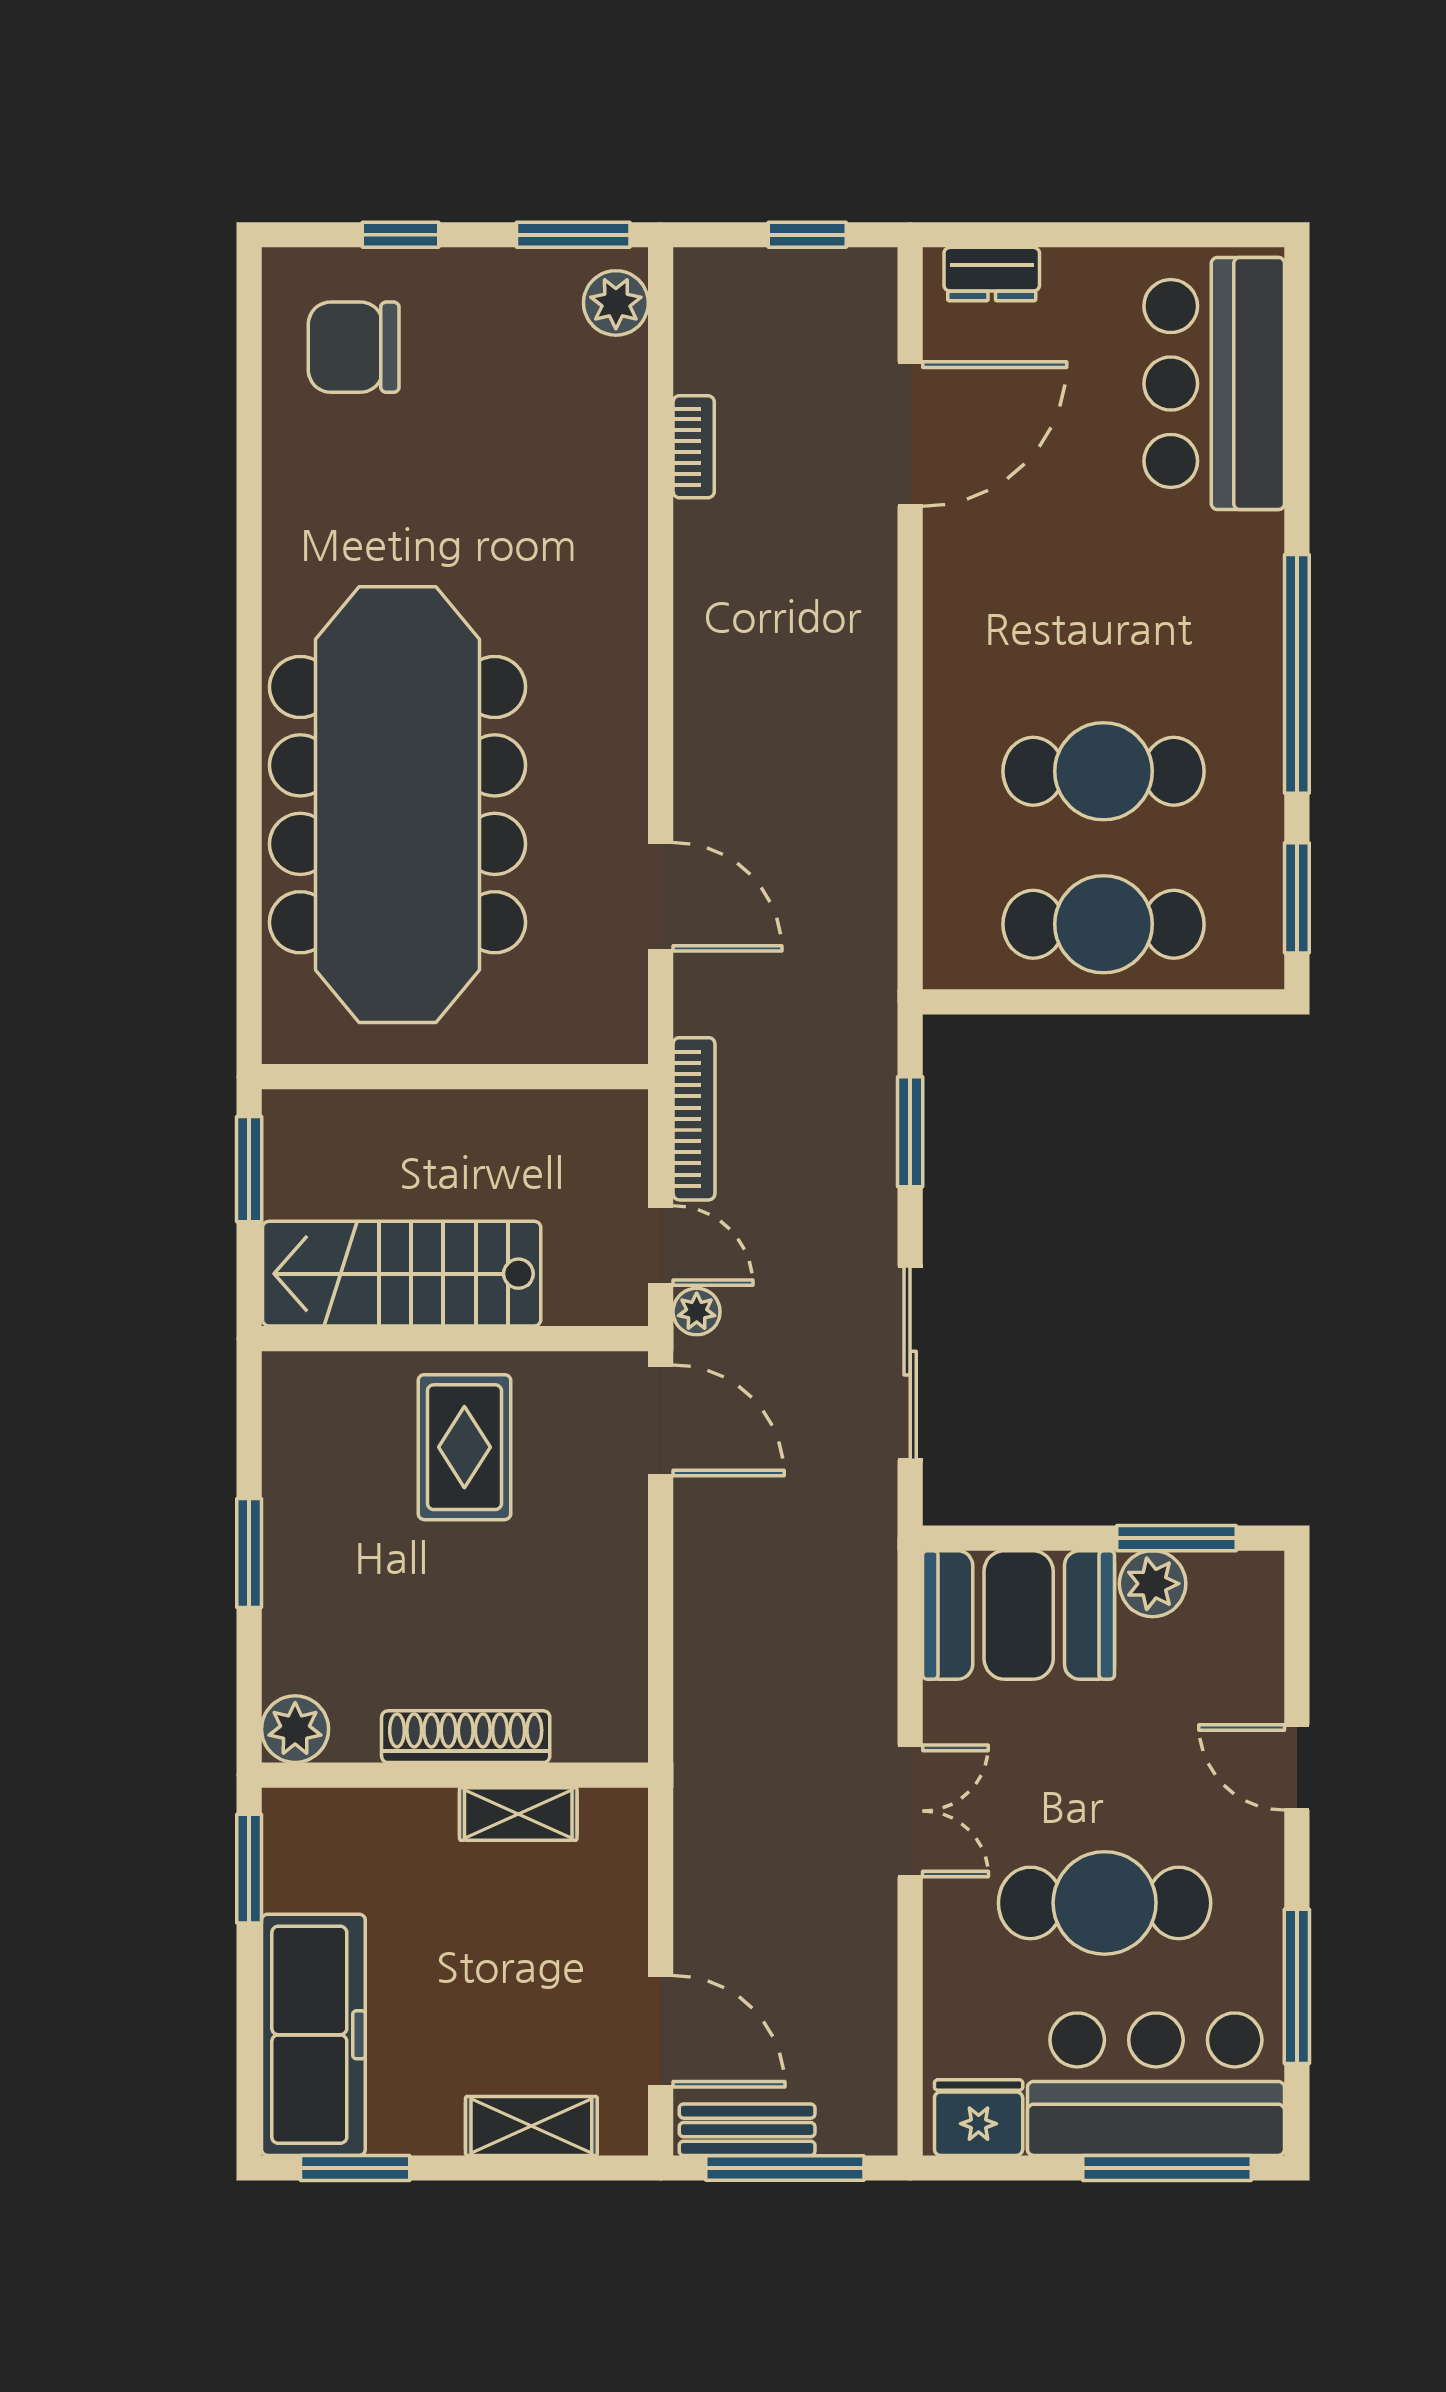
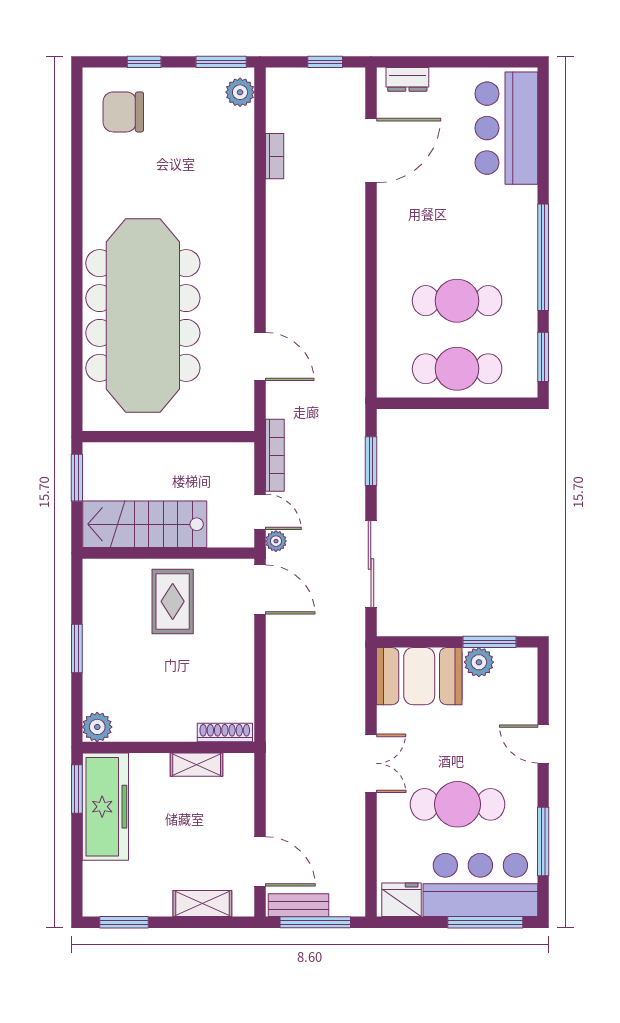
shoe rack: (466, 1737) -> (225, 733), moved, width x0.74, depth x0.81
freezer: (313, 2035) -> (105, 807), moved

